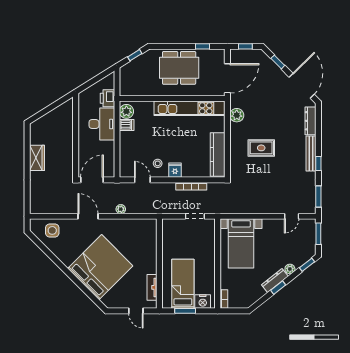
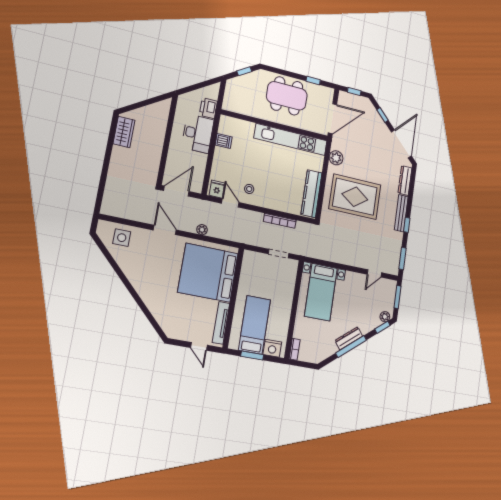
plant: (126, 111) -> (226, 127), removed
rug: (261, 148) -> (355, 197), width x1.86, depth x2.06
wardrobe: (37, 158) -> (124, 132), moved
fridge: (175, 170) -> (217, 189), moved
bed: (100, 267) -> (208, 273), moved, turned -135
plant: (290, 269) -> (385, 317), moved
tv unit: (152, 287) -> (221, 323), width x1.41
window: (278, 288) -> (351, 347), width x2.17

